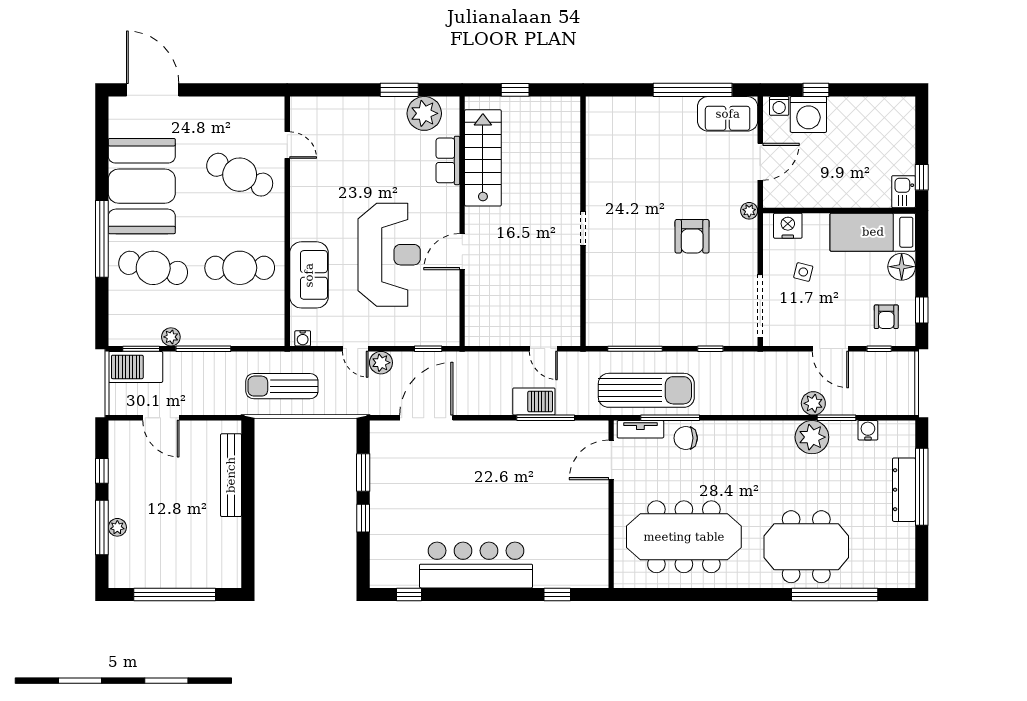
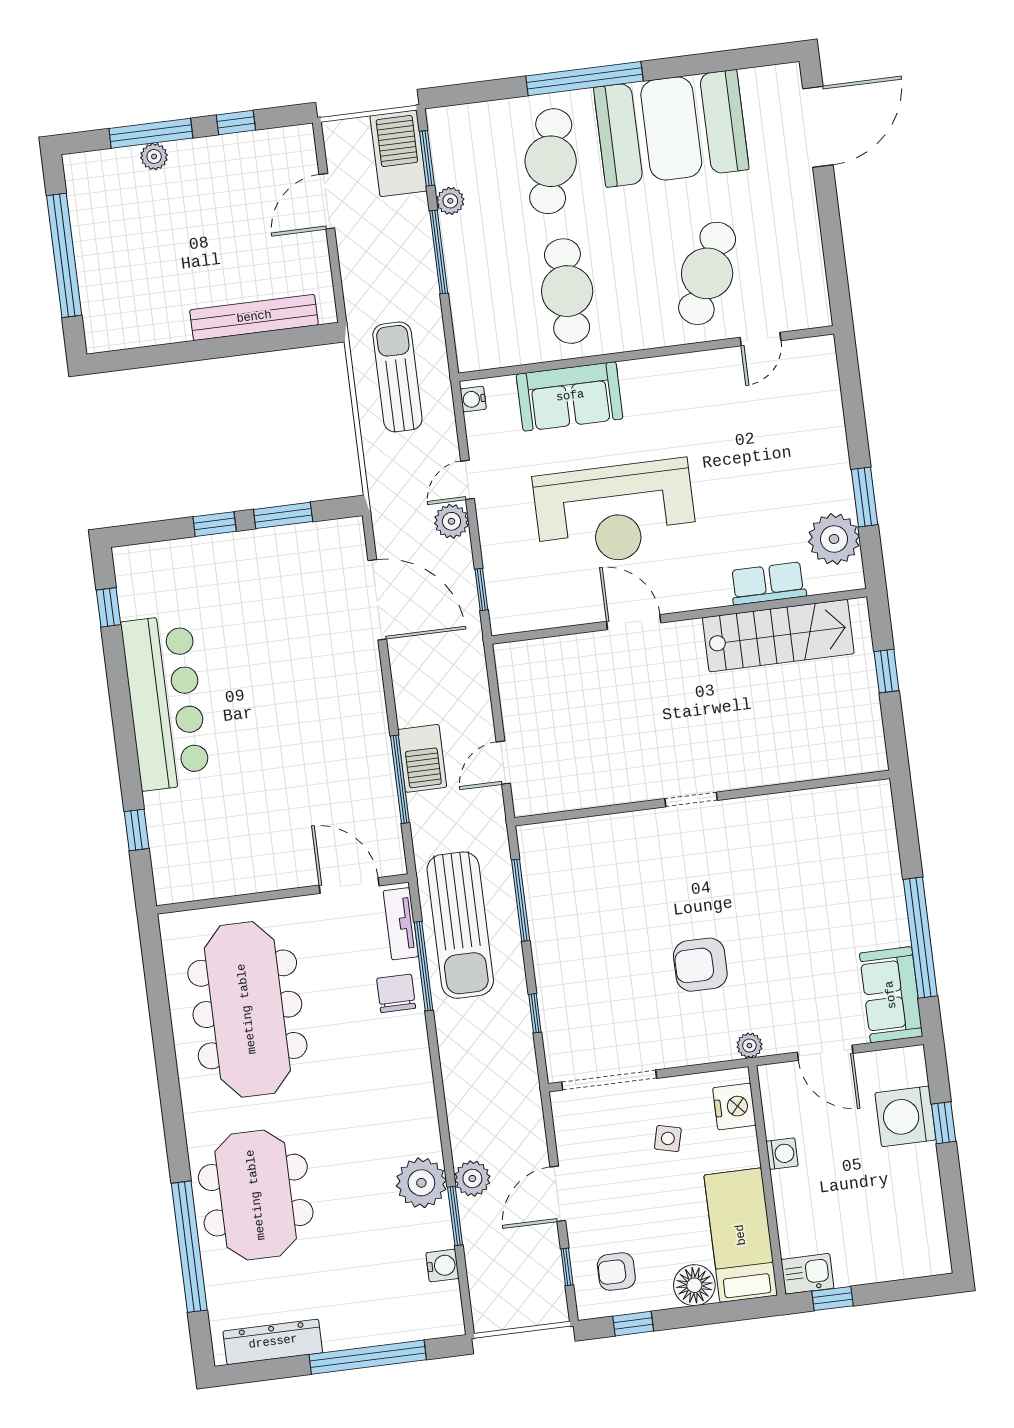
washing machine: (779, 106) -> (782, 1154), moved, turned 180
dresser: (904, 490) -> (273, 1342), moved

